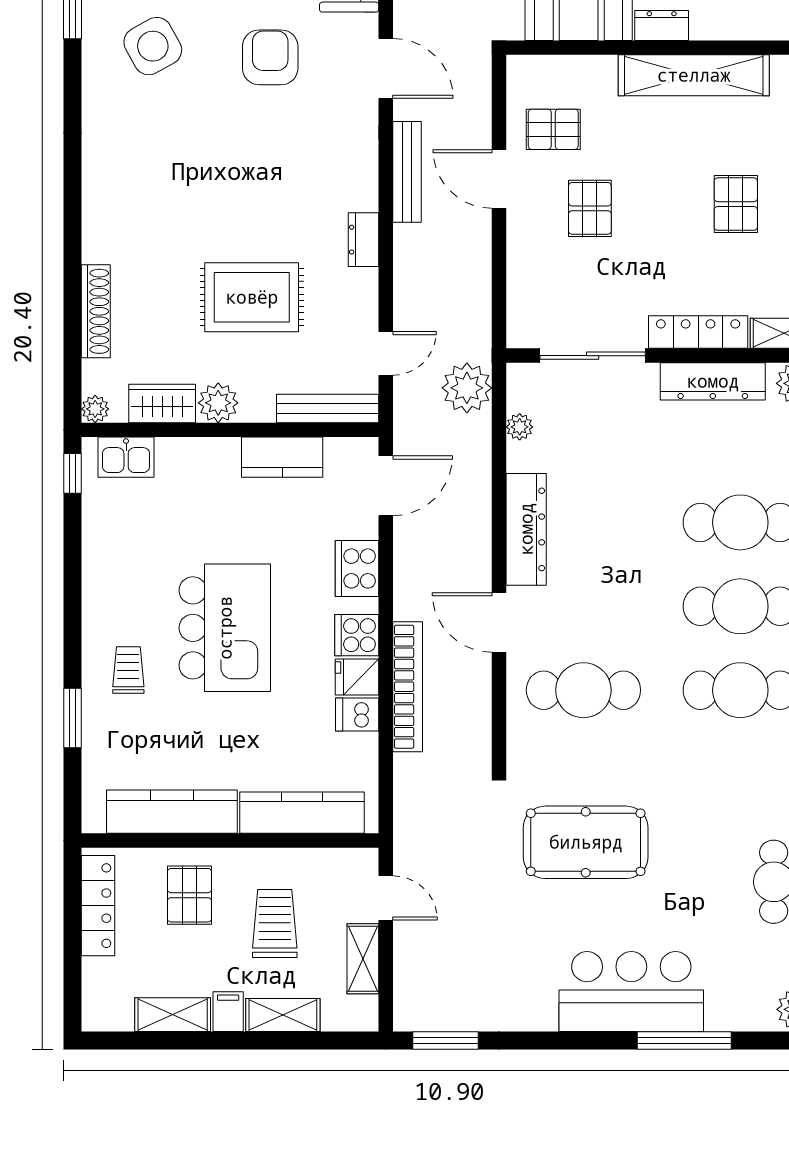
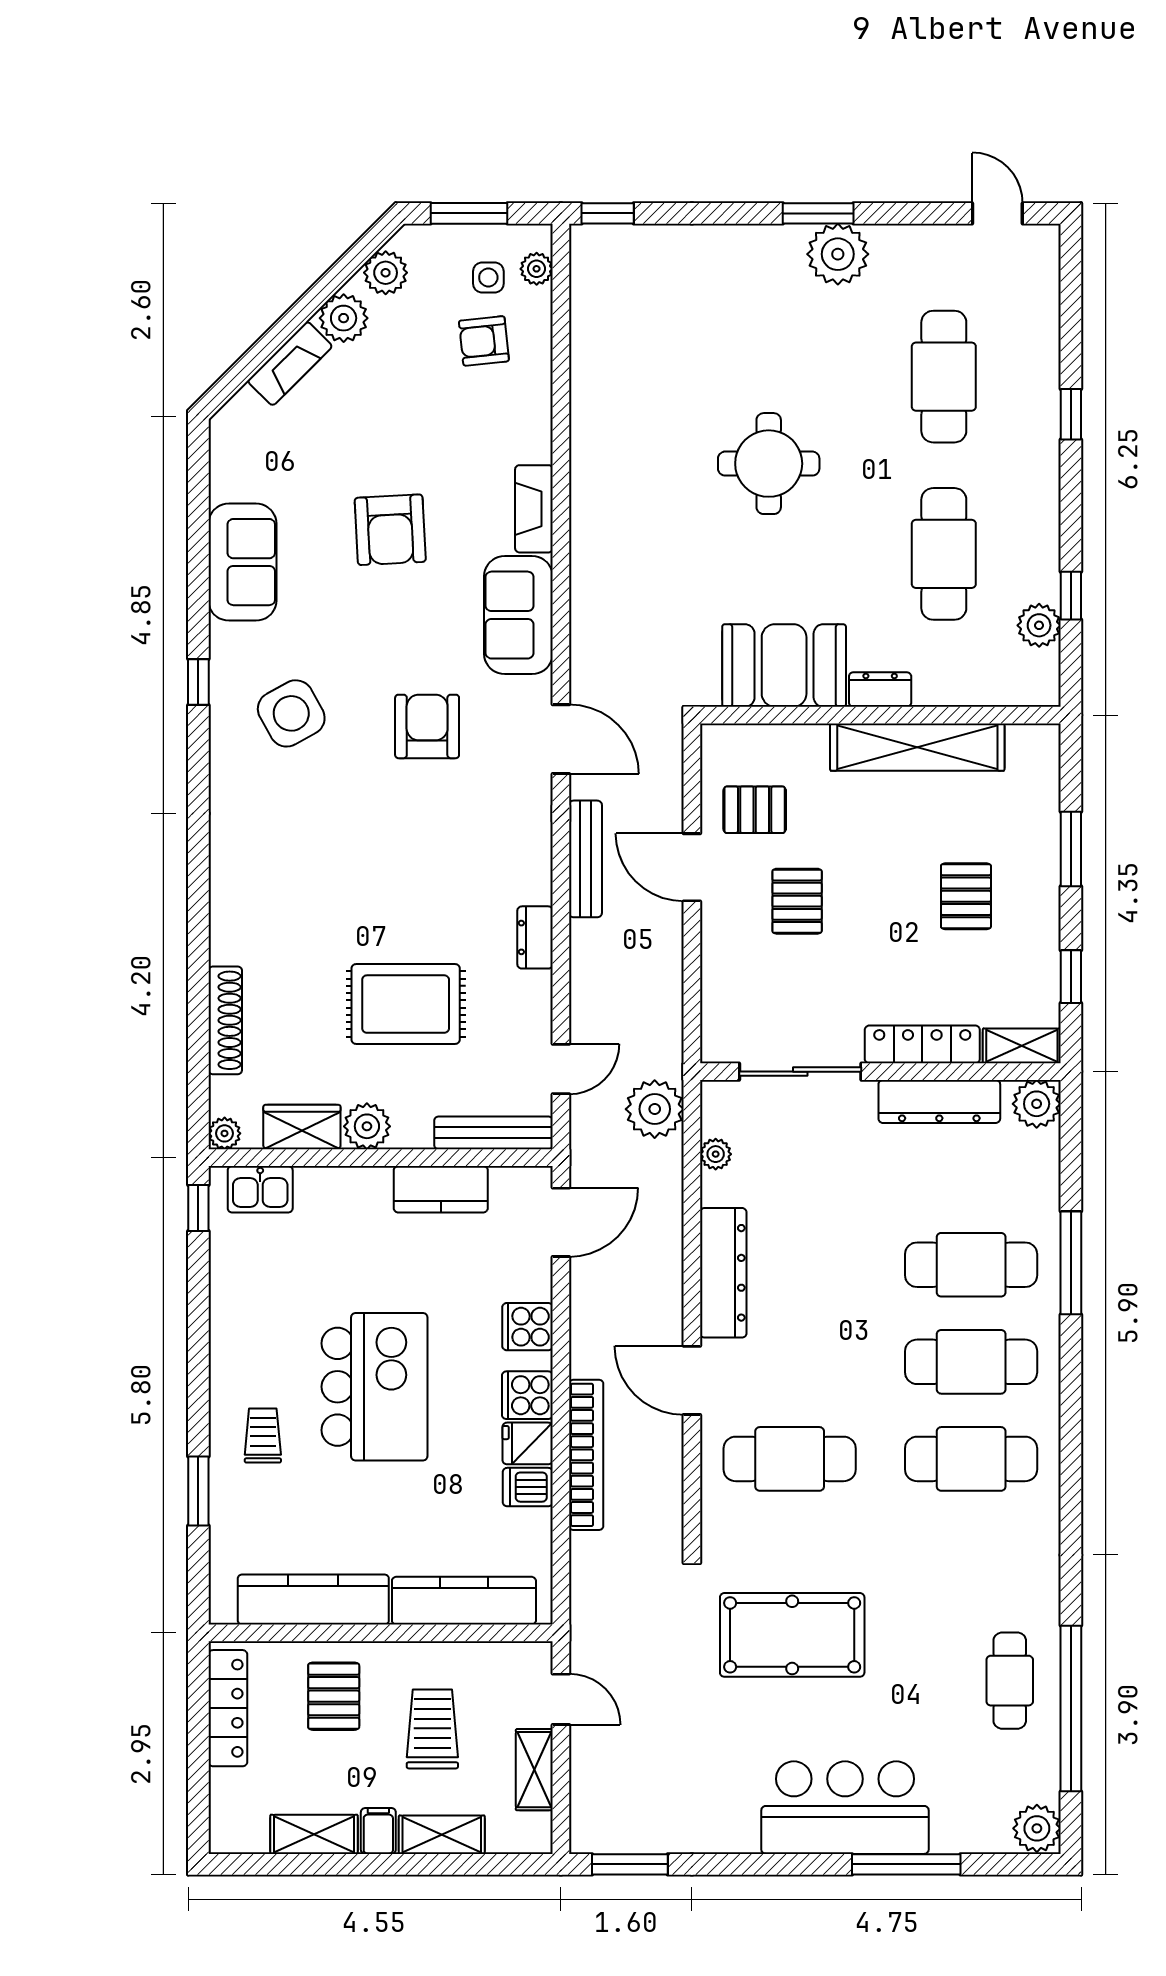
cooker: (357, 568) -> (528, 1327), width x0.73

